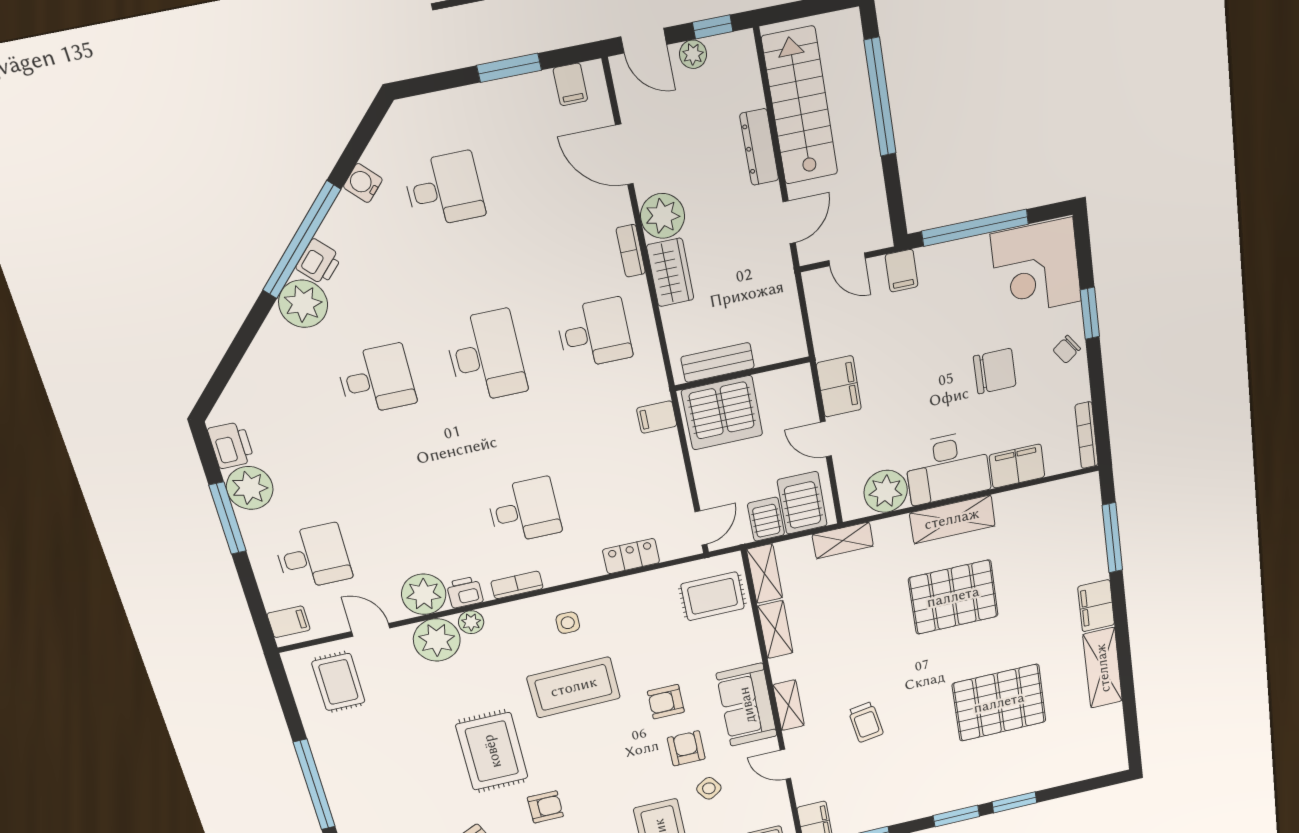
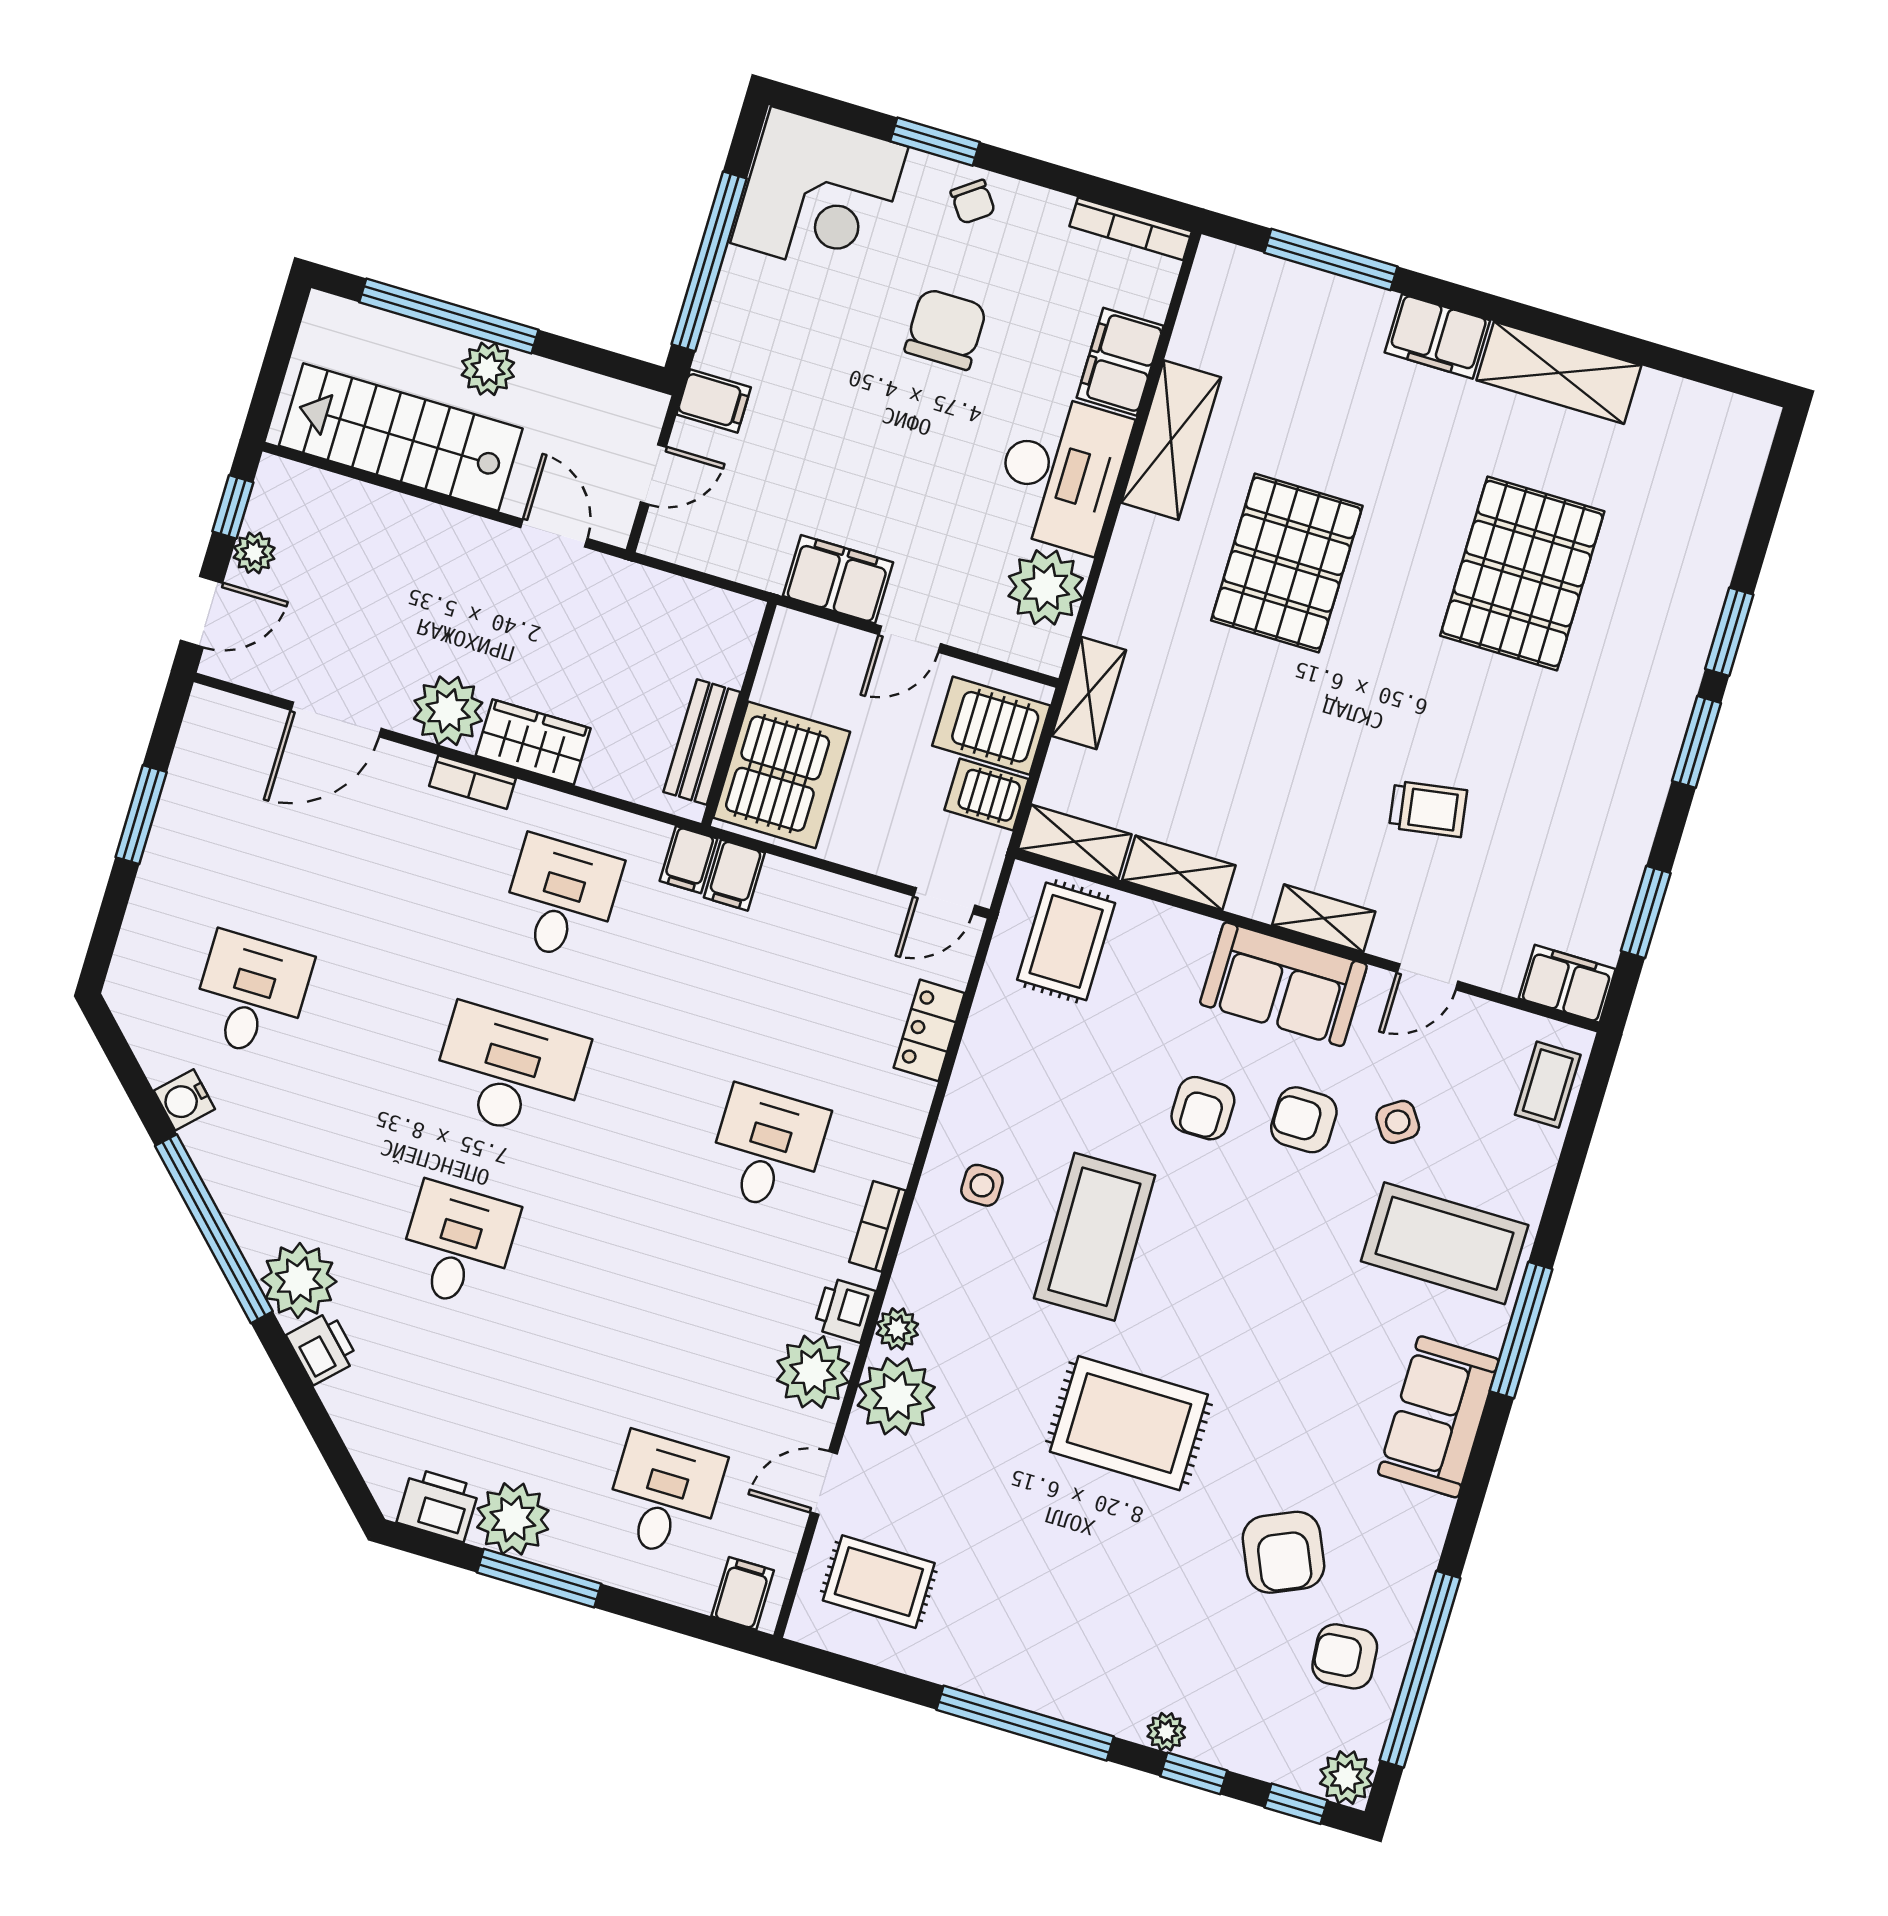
filing cabinet: (570, 84) -> (688, 860), moved, turned 90
plant: (861, 136) -> (488, 369), added
dresser: (759, 147) -> (426, 523), removed
printer: (319, 262) -> (322, 1348), moved
shelving: (952, 519) -> (1171, 440), moved
door: (701, 528) -> (944, 901), swing flipped
armchair: (545, 807) -> (1275, 1397), removed

